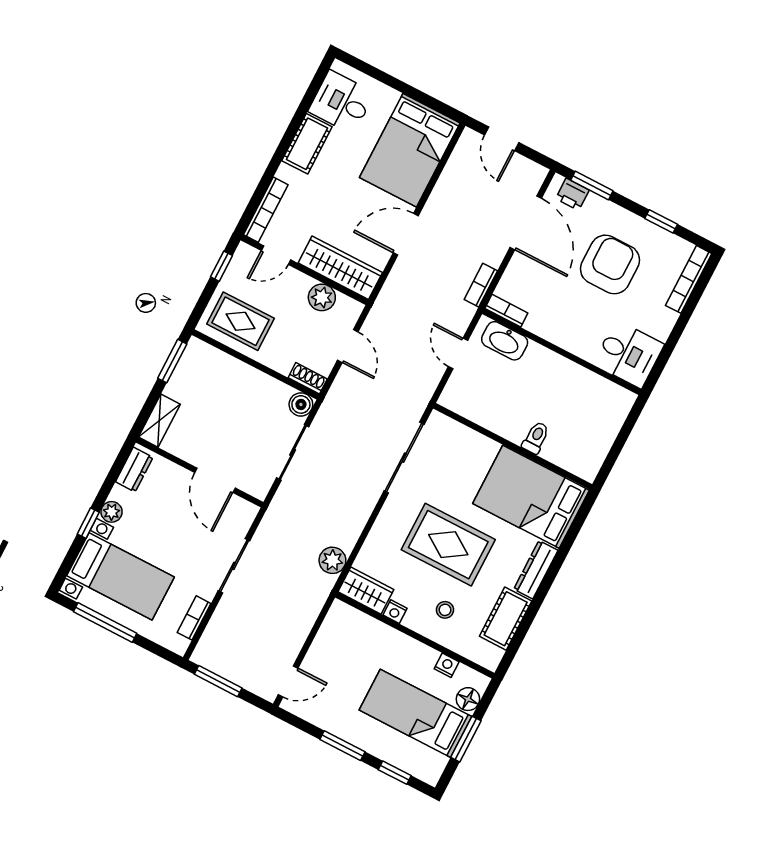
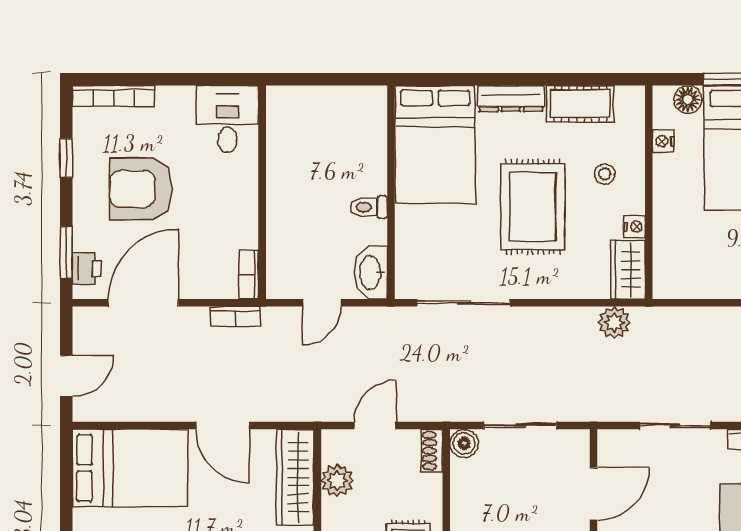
washbasin: (505, 341) -> (371, 273), moved, turned 180
toilet: (536, 438) -> (369, 207), moved

